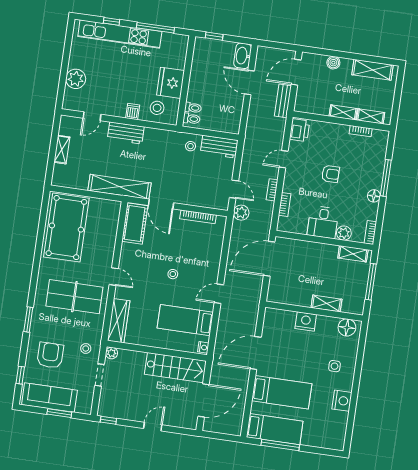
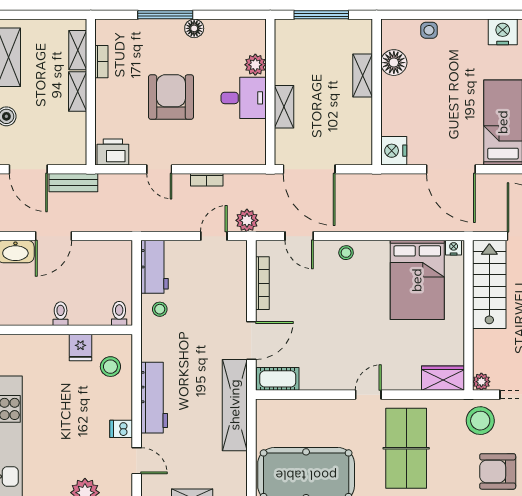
fridge: (171, 83) -> (80, 347), width x0.53, depth x0.75
toilet: (193, 108) -> (61, 314), moved
dishwasher: (133, 112) -> (121, 429), moved
workbench: (126, 133) -> (154, 398), width x1.38
armchair: (330, 174) -> (171, 97), width x1.88, depth x1.88
bookcase: (285, 205) -> (226, 158), removed
cot: (135, 223) -> (278, 379), width x0.73, depth x0.75
bookcase: (370, 232) -> (249, 26), removed
shelving: (353, 254) -> (284, 107), moved
stool: (173, 274) -> (346, 253), moved
door: (219, 294) -> (299, 236), moved
bed: (185, 320) -> (417, 280), width x1.50
wardrobe: (119, 321) -> (443, 378), width x0.67
nightstand: (306, 321) -> (394, 151), moved
floor lamp: (347, 327) -> (394, 63), moved
stool: (86, 349) -> (480, 421), width x1.89, depth x1.89
side table: (335, 366) -> (429, 30), moved

